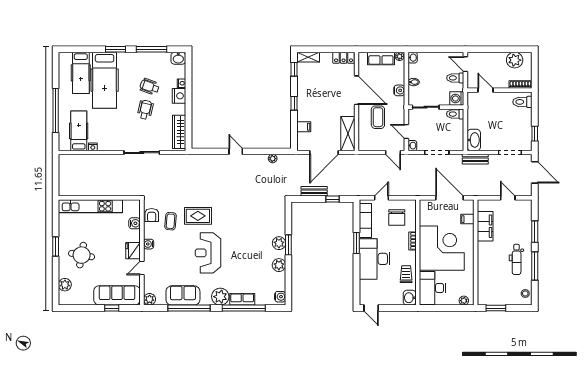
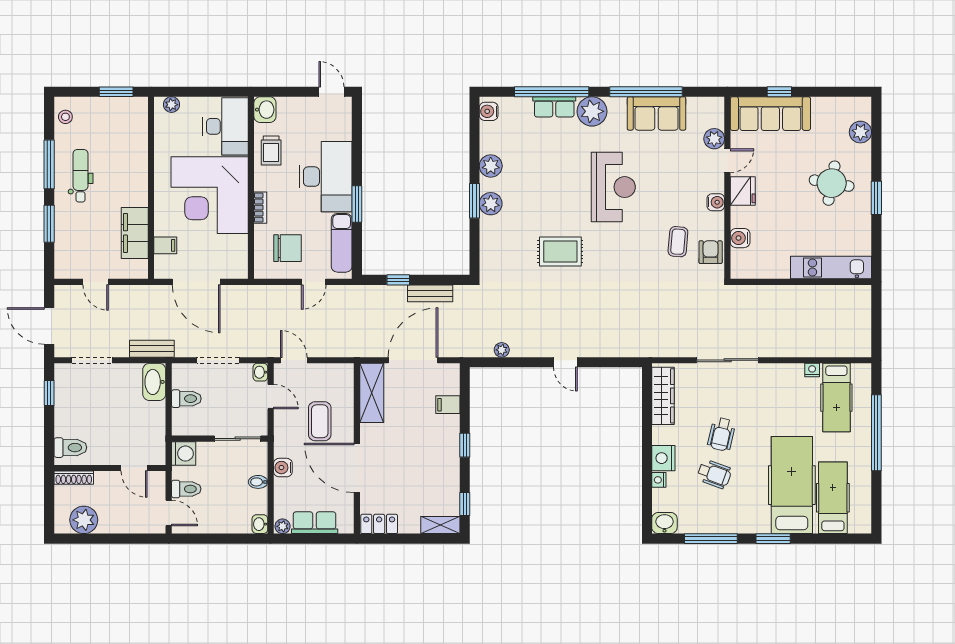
toilet: (455, 114) -> (186, 399), moved
kitchen unit: (90, 206) -> (831, 267), width x0.73
rug: (198, 216) -> (560, 251), moved
chair: (397, 217) -> (287, 248), turned 90
plant: (150, 299) -> (714, 139), moved

